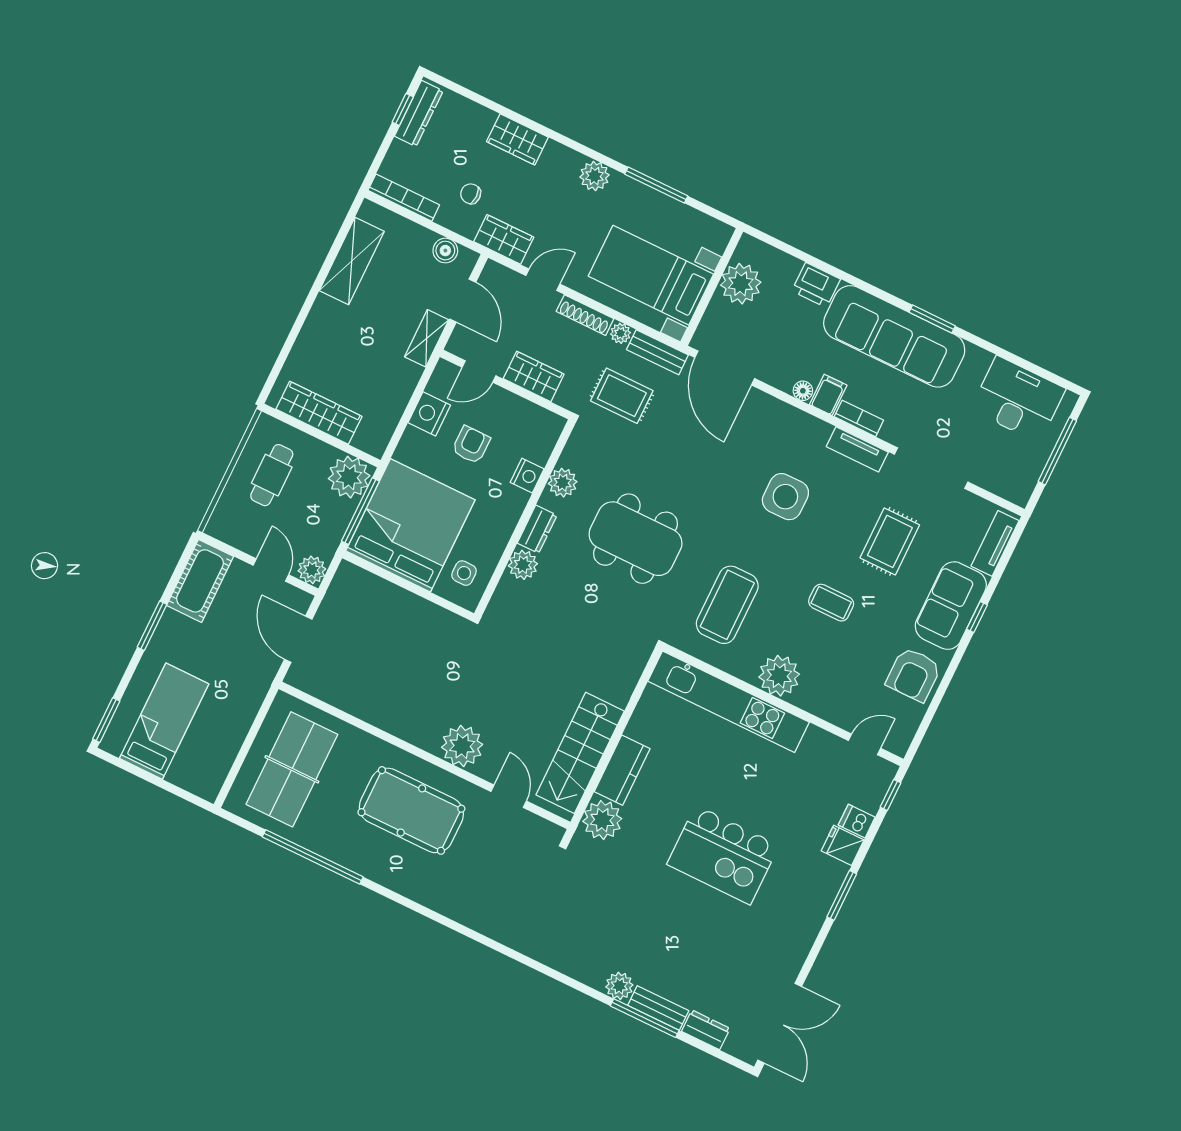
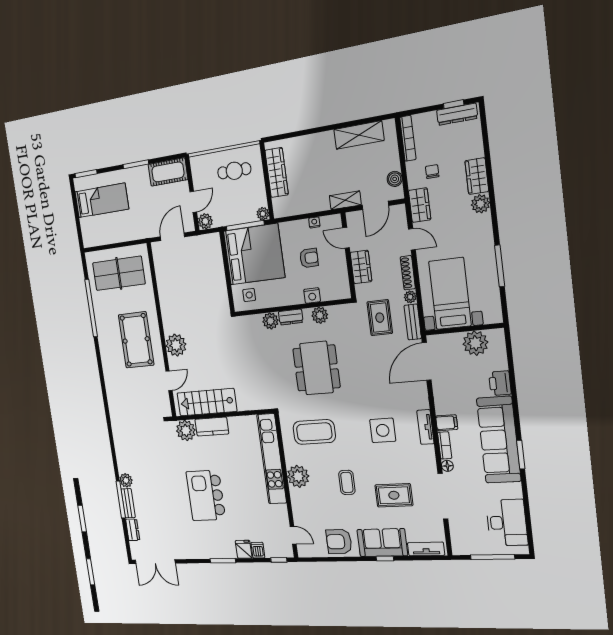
plant: (594, 176) -> (480, 204), moved
floor lamp: (803, 391) -> (447, 466), moved
nightstand: (429, 414) -> (314, 222), width x0.53, depth x0.56
tv unit: (857, 449) -> (425, 427), moved
plant: (349, 477) -> (263, 214), width x0.53, depth x0.53

